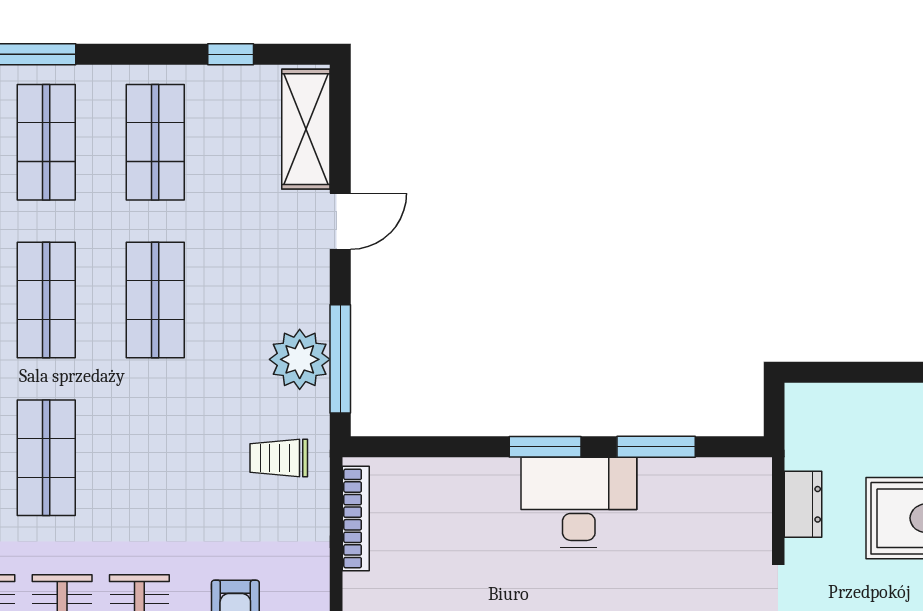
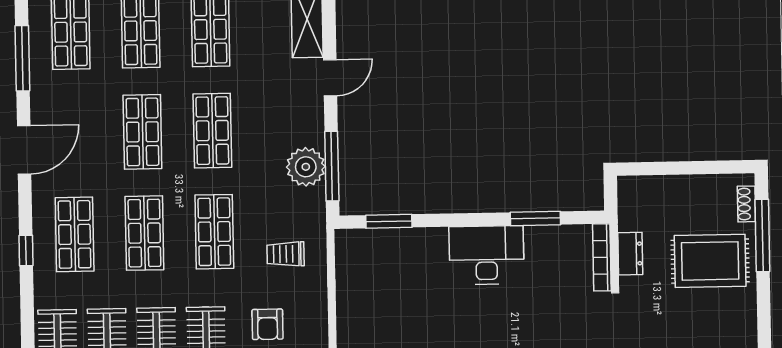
window: (545, 447) -> (389, 221), moved
shop shelf: (155, 458) -> (214, 232), added
trolley: (279, 458) -> (286, 254), moved
bookcase: (356, 518) -> (602, 257), moved, turned 180

